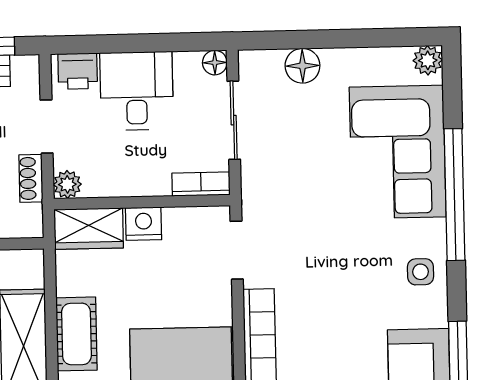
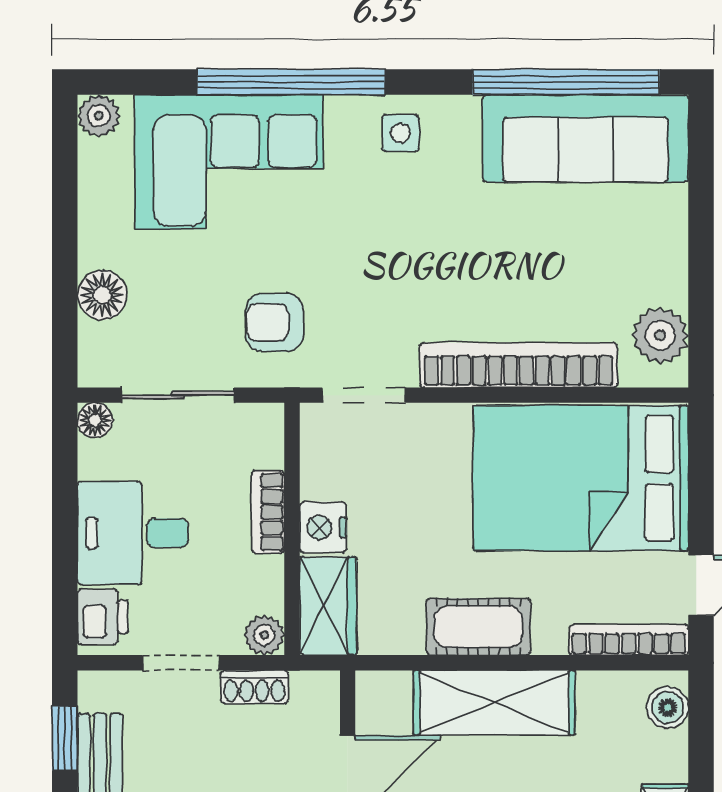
bookcase: (201, 184) -> (268, 512), moved
armchair: (286, 187) -> (274, 322), added

